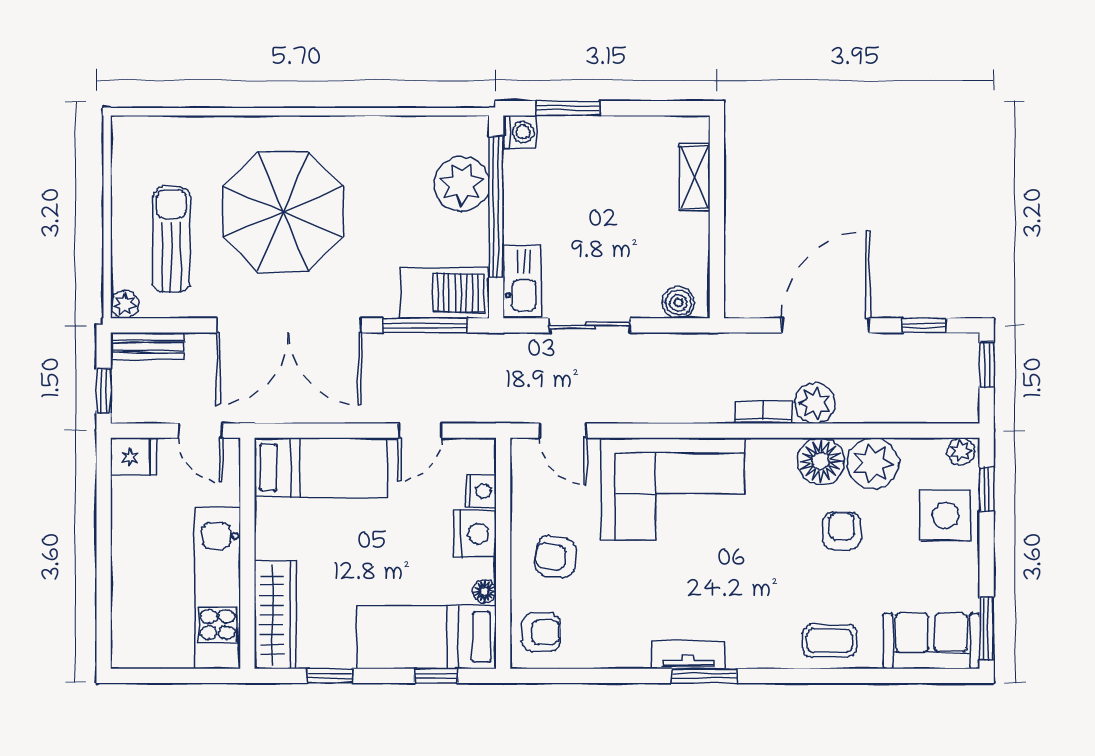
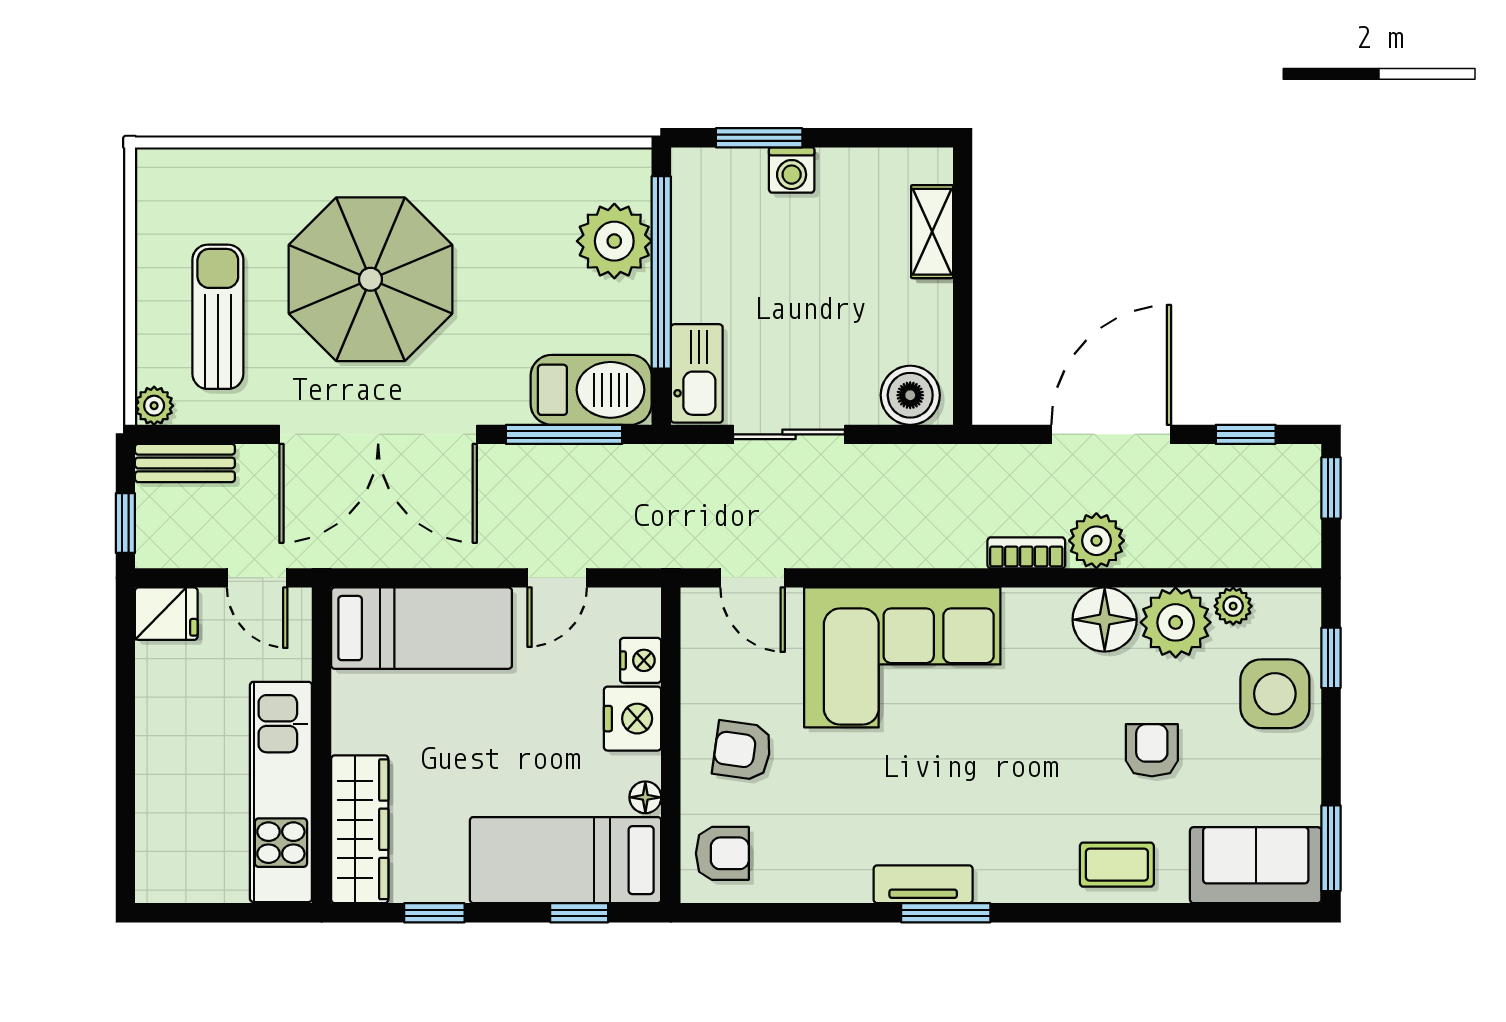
washing machine: (520, 132) -> (792, 170), moved, turned 90
boiler: (678, 303) -> (910, 395), width x1.36, depth x1.36
plant: (961, 451) -> (1233, 606), moved
armchair: (842, 531) -> (1152, 750), moved

